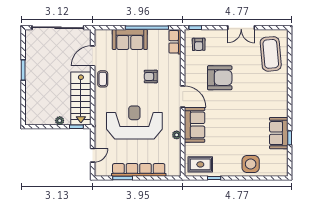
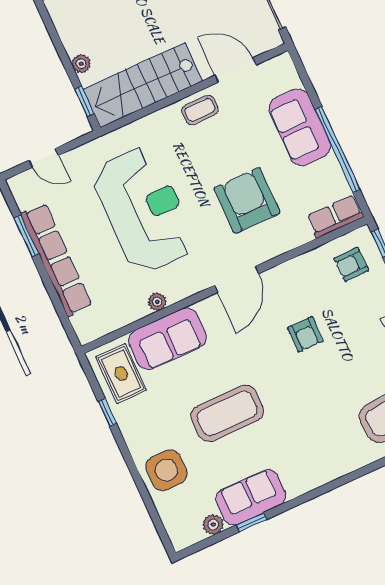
armchair: (151, 76) -> (247, 200), width x1.88, depth x1.88
armchair: (220, 78) -> (305, 334), width x0.53, depth x0.53
sofa: (194, 125) -> (167, 339), moved
coffee table: (238, 127) -> (227, 413), added
plant: (283, 155) -> (213, 525), added

